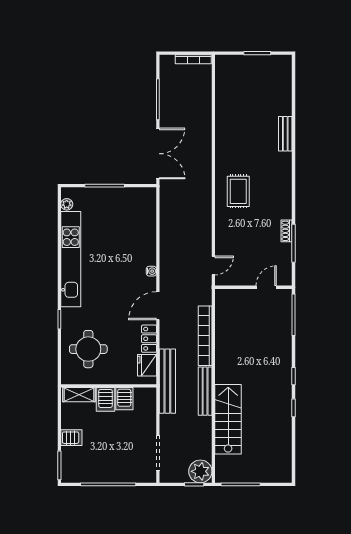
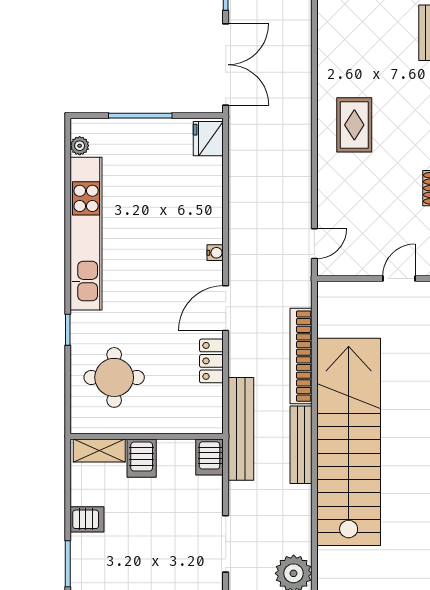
fridge: (147, 365) -> (208, 139), moved
server rack: (124, 399) -> (210, 457), moved
stairs: (228, 419) -> (349, 442), width x1.86, depth x1.51

